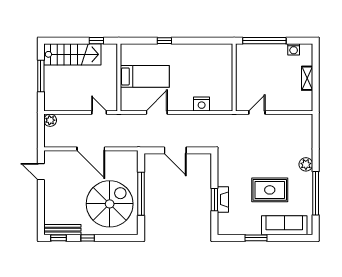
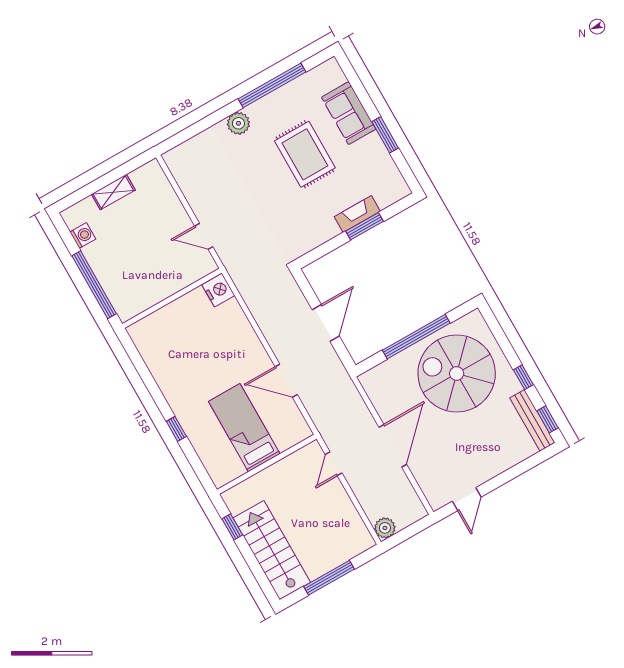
nightstand: (202, 104) -> (218, 290), moved
sofa: (284, 225) -> (349, 113), width x0.73

